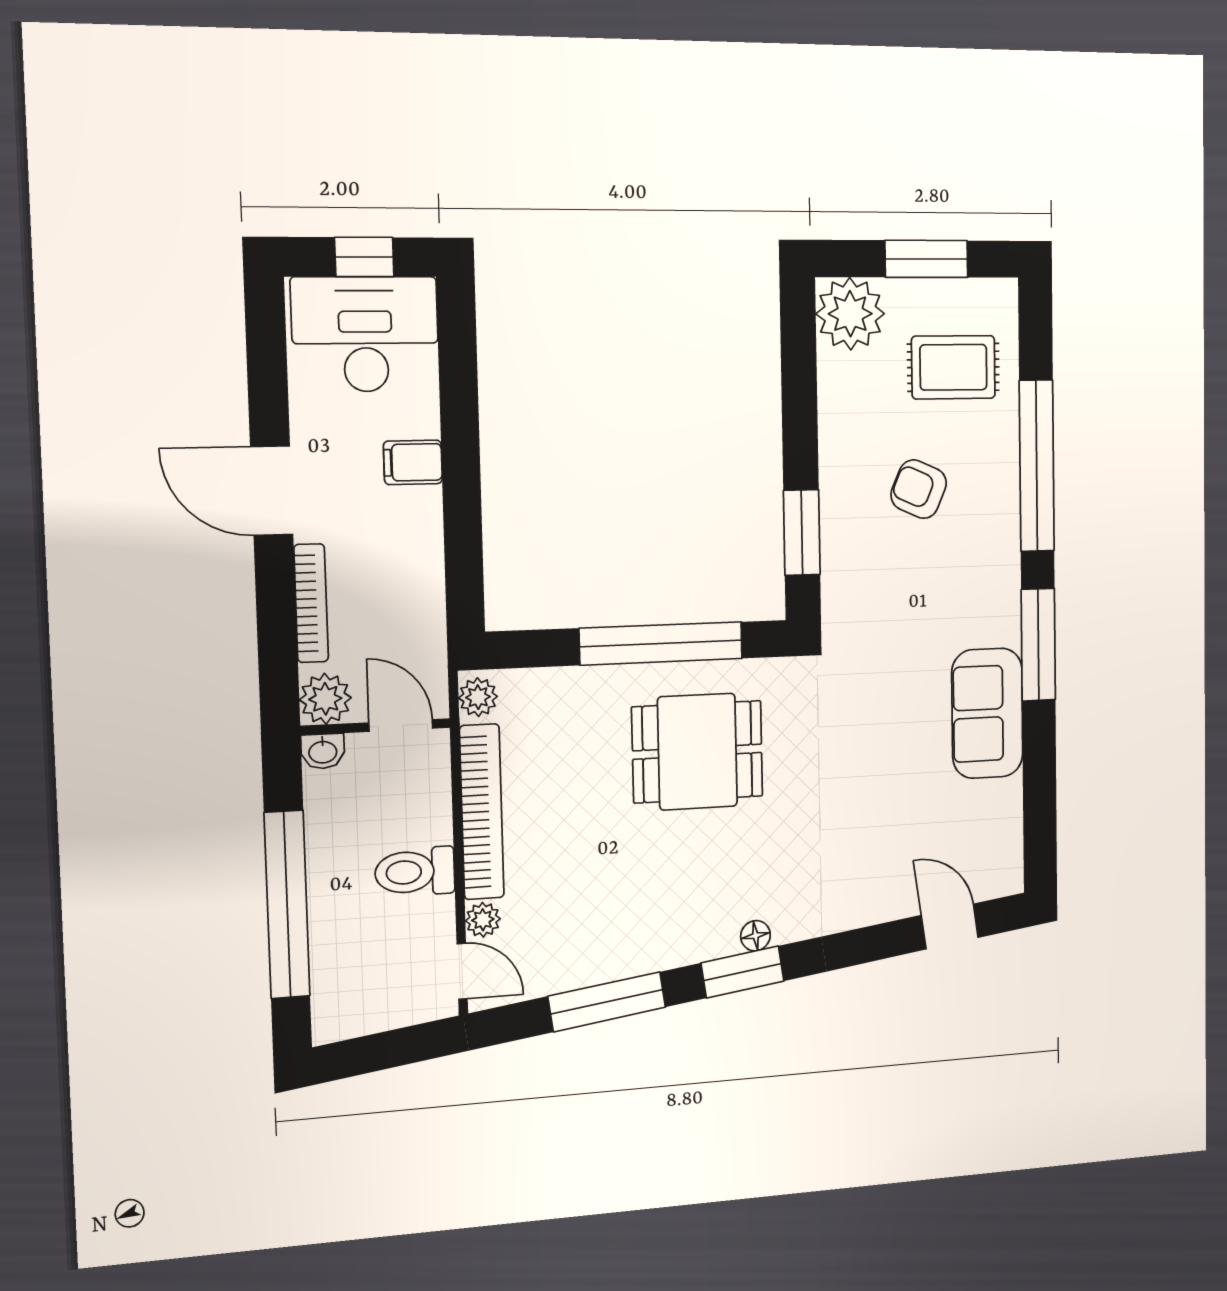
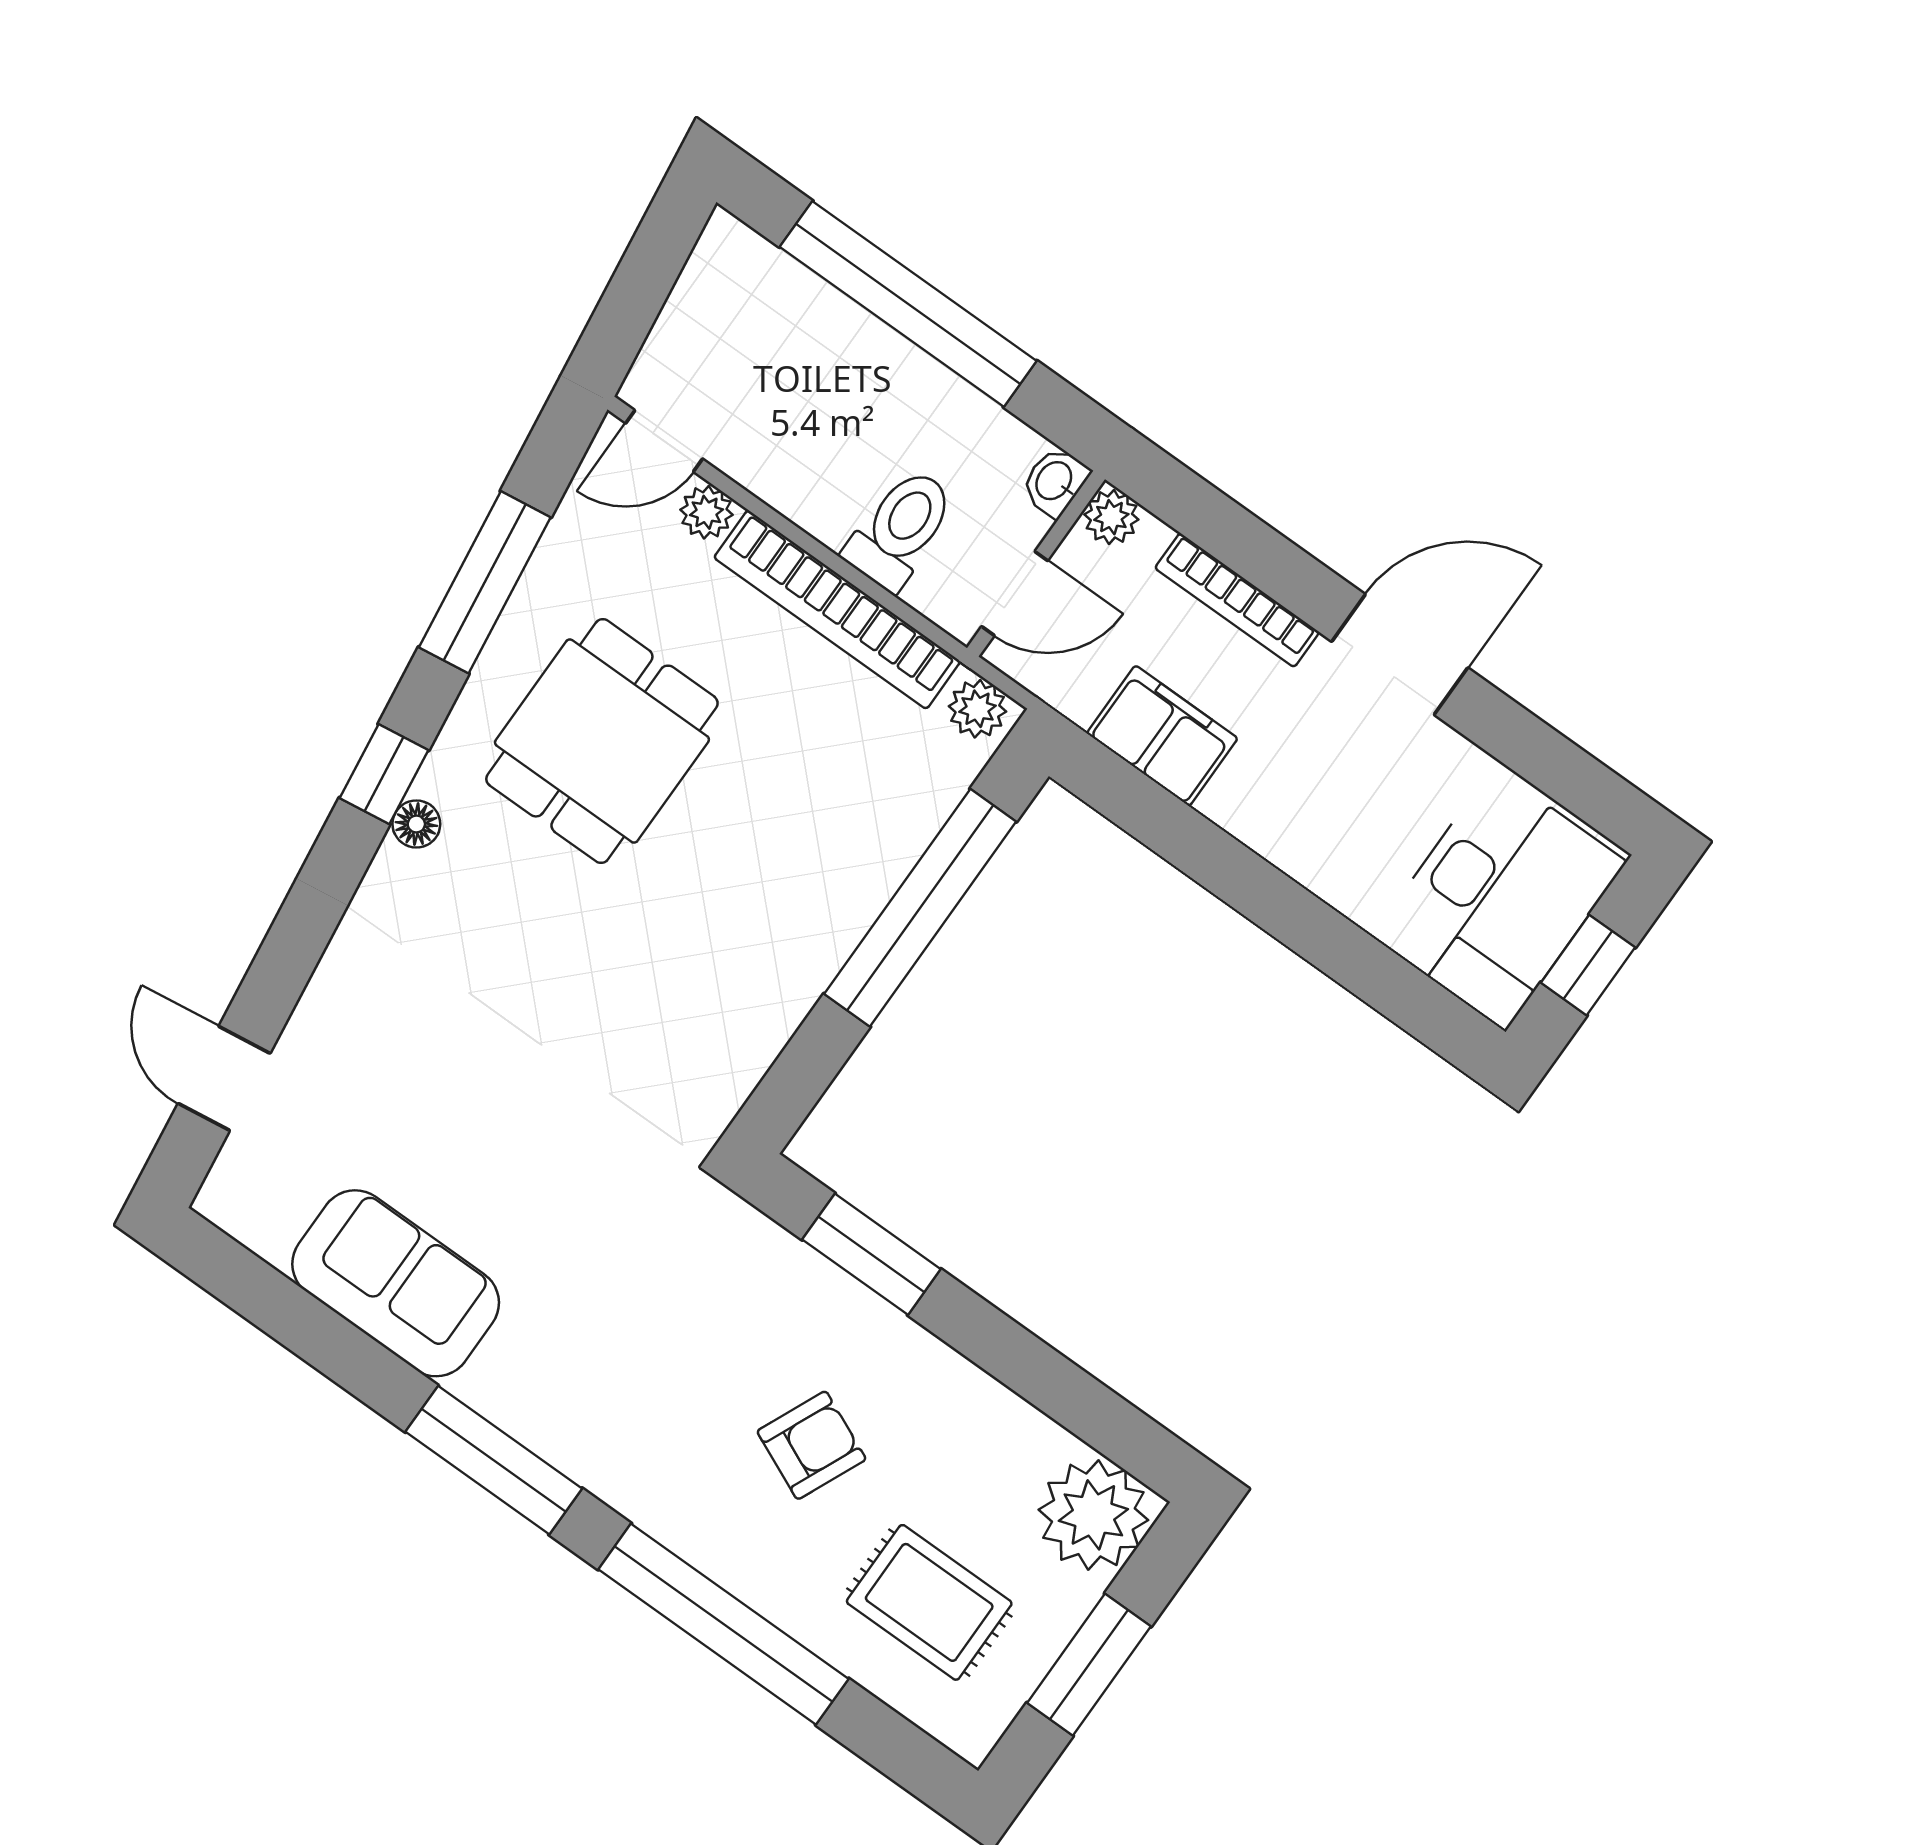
rug: (953, 367) -> (929, 1602), turned 90
filing cabinet: (413, 462) -> (1162, 736), moved, width x2.00
window: (661, 643) -> (920, 908), moved
plant: (325, 699) -> (1111, 517), width x0.73, depth x0.73
sofa: (987, 713) -> (396, 1283), moved
dining table: (697, 752) -> (602, 741), moved
toilet: (415, 872) -> (900, 529), moved
door: (950, 927) -> (224, 1078), swing flipped
window: (743, 972) -> (384, 774), width x0.67

